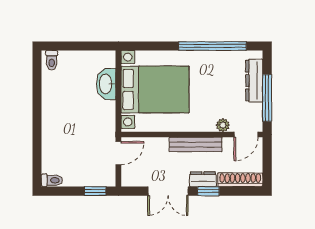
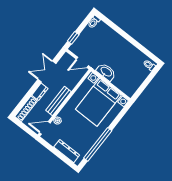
washbasin: (106, 84) -> (106, 72), moved
window: (267, 98) -> (54, 151), removed
door: (246, 134) -> (45, 128), hinge flipped
door: (118, 153) -> (82, 62), hinge flipped
window: (208, 191) -> (32, 90), removed

